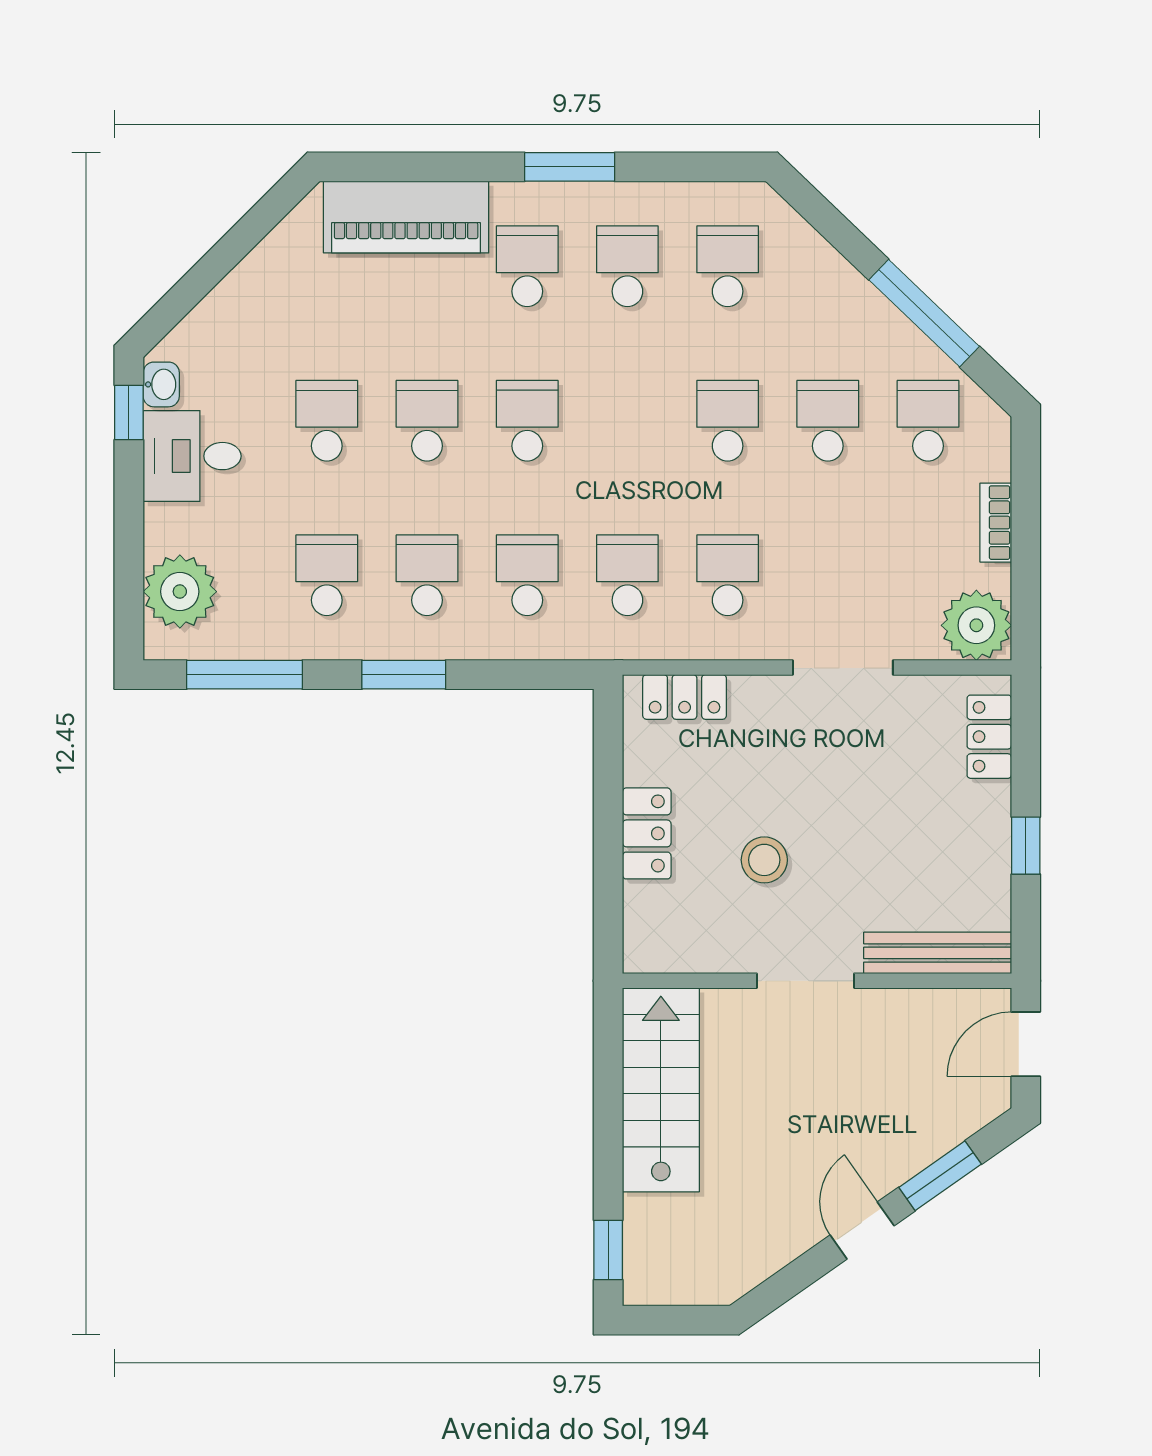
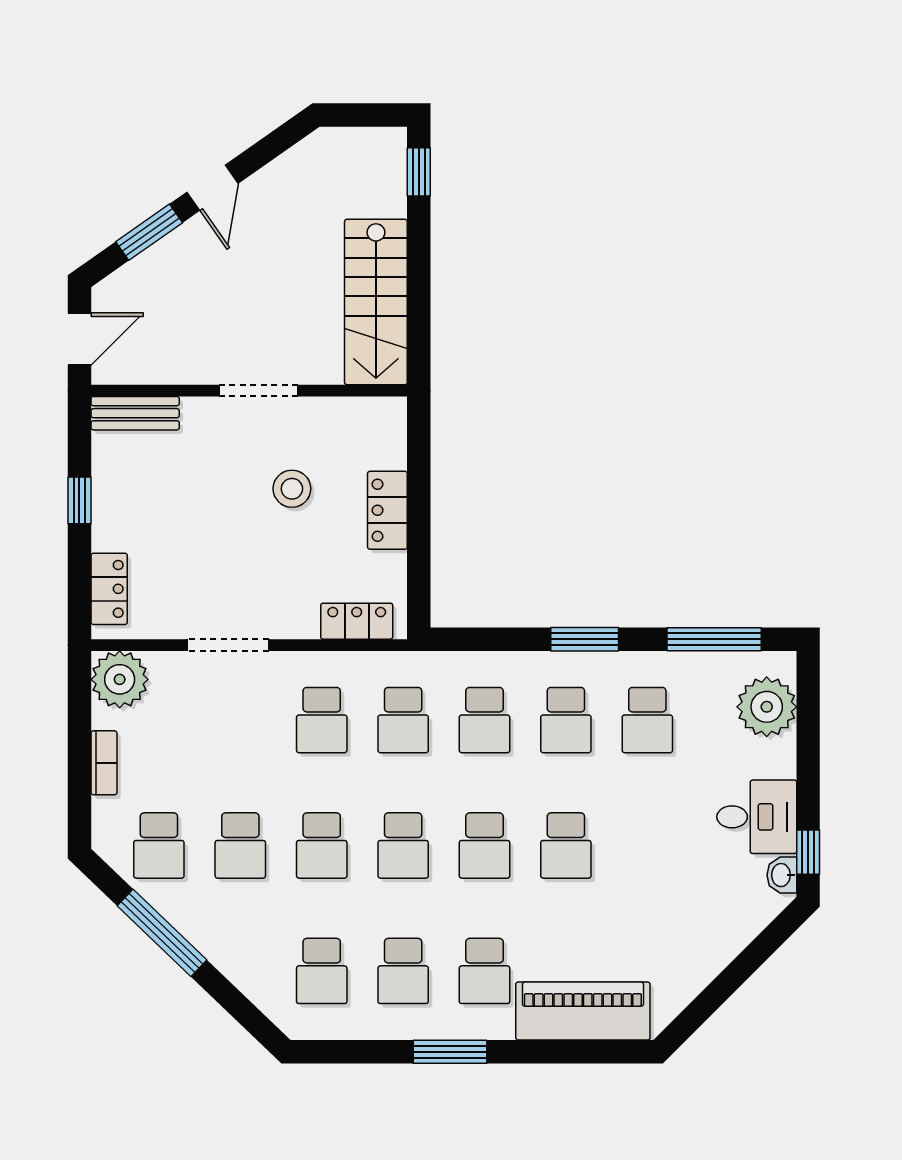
school desk: (327, 421) -> (403, 846), moved
bench: (938, 953) -> (135, 413), width x0.73

